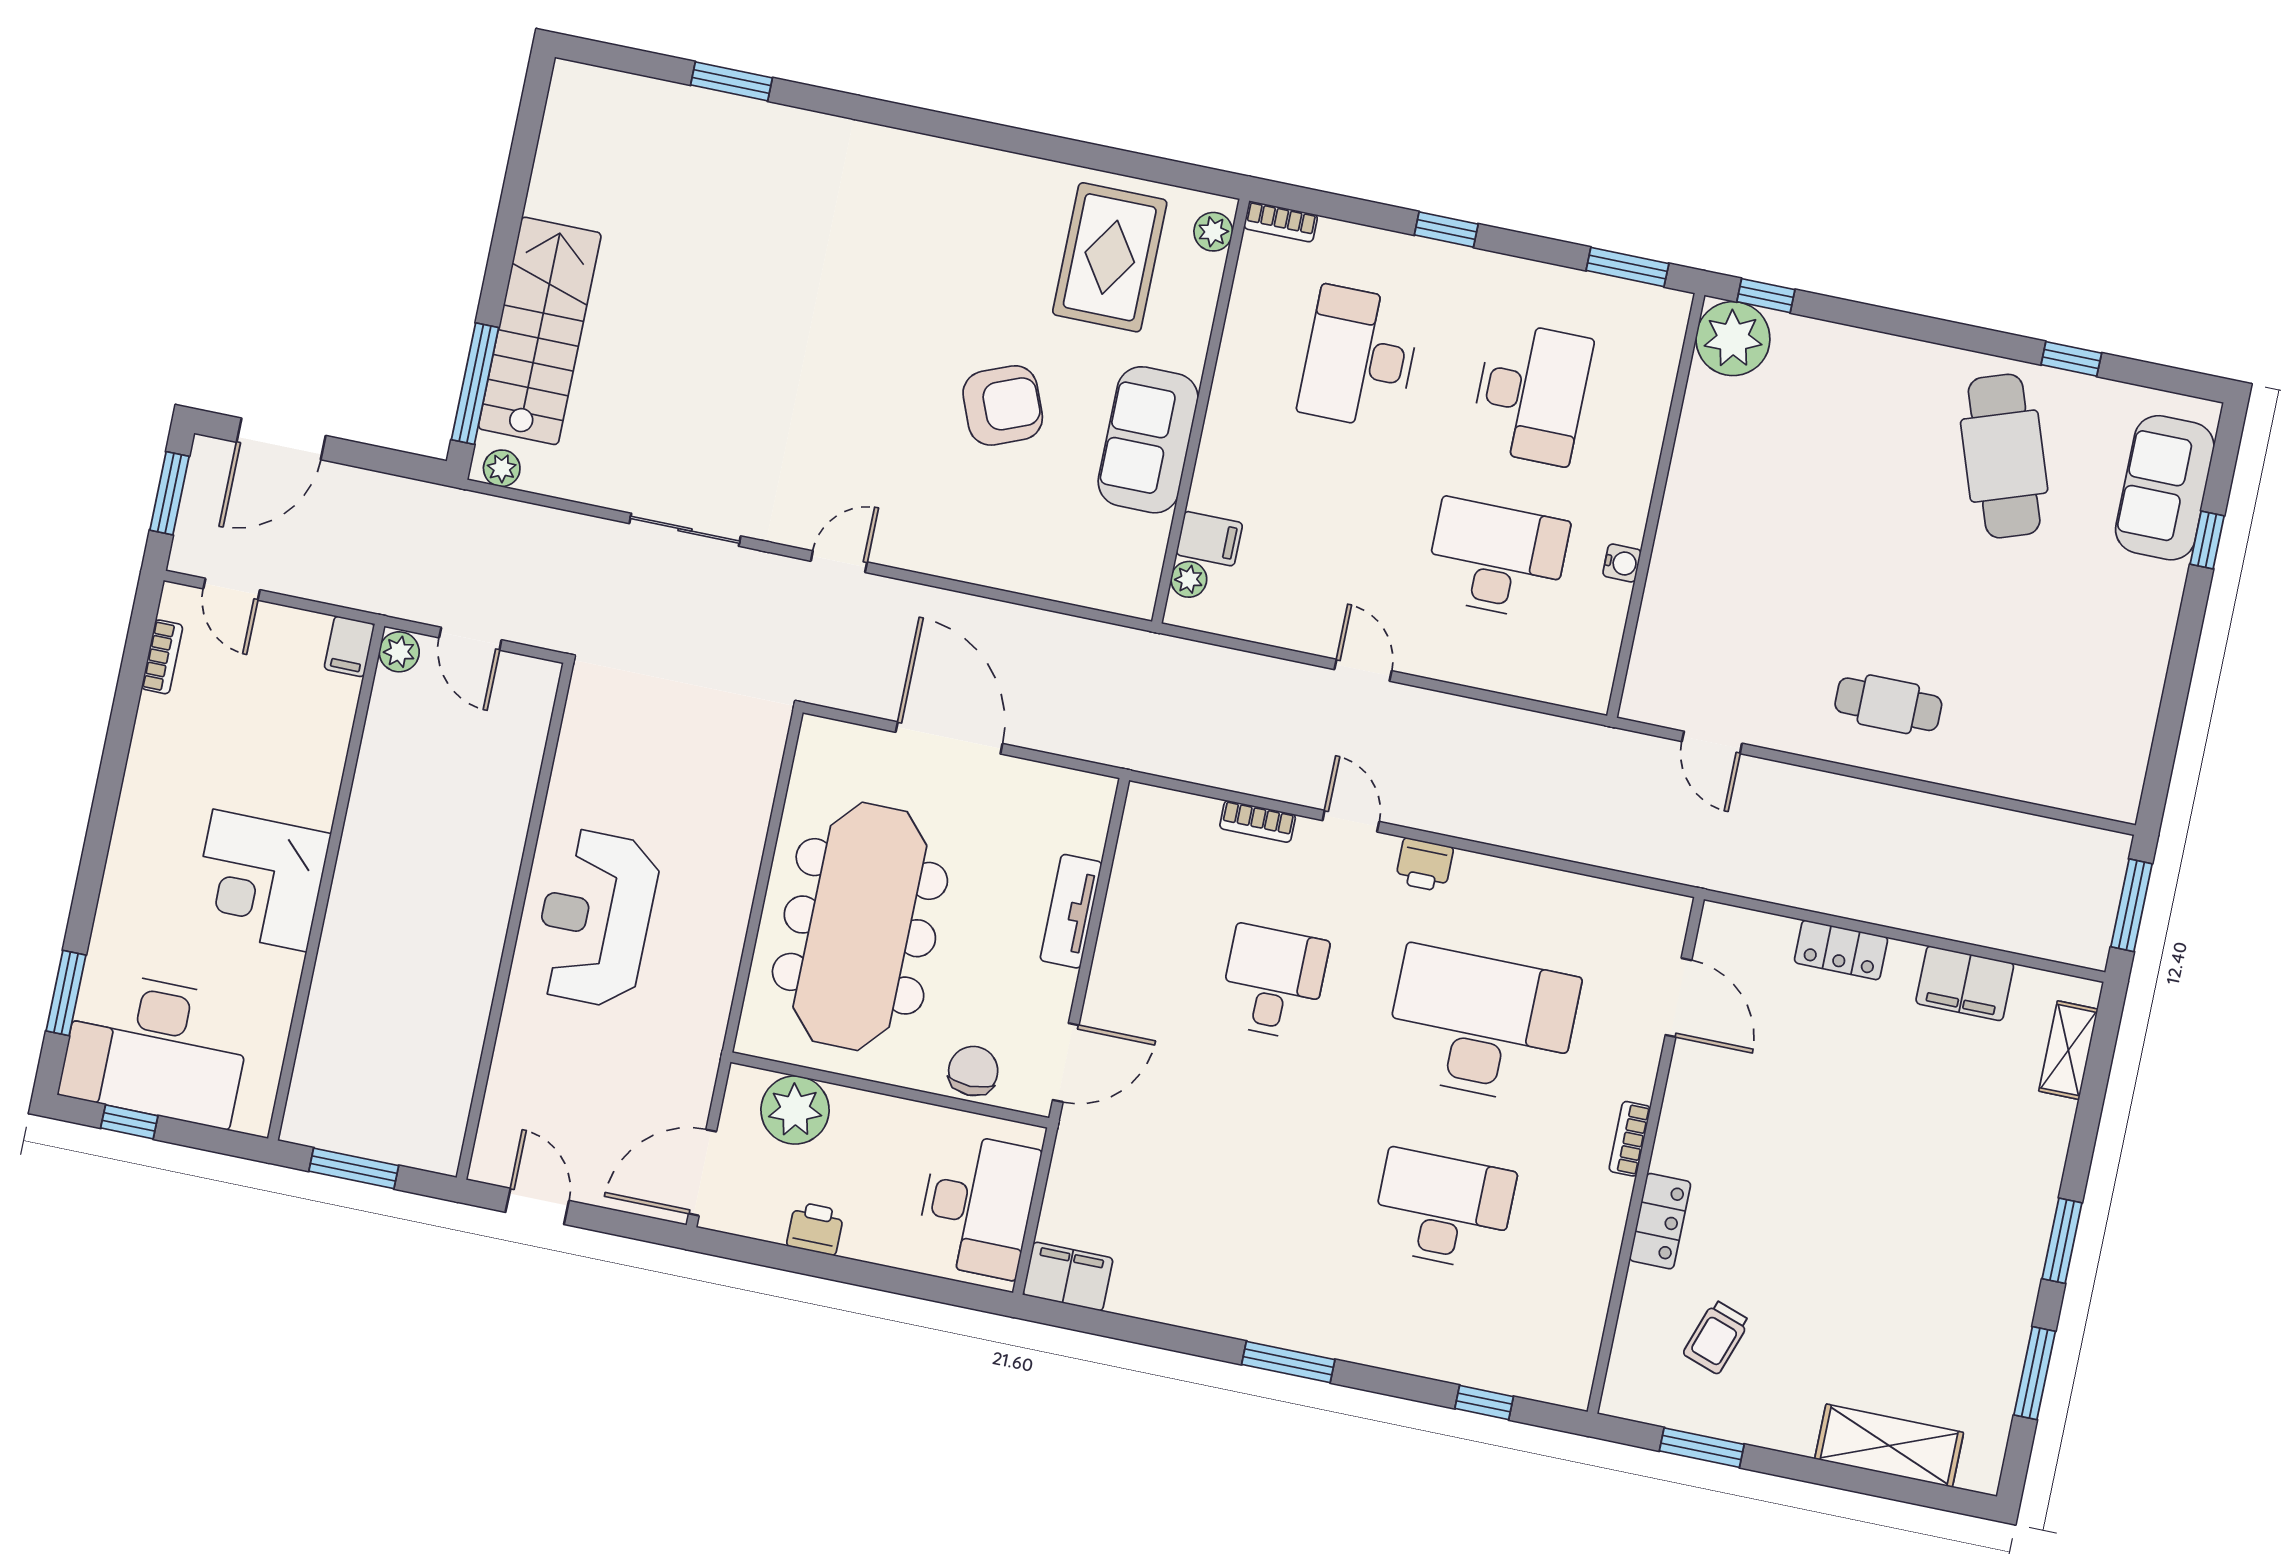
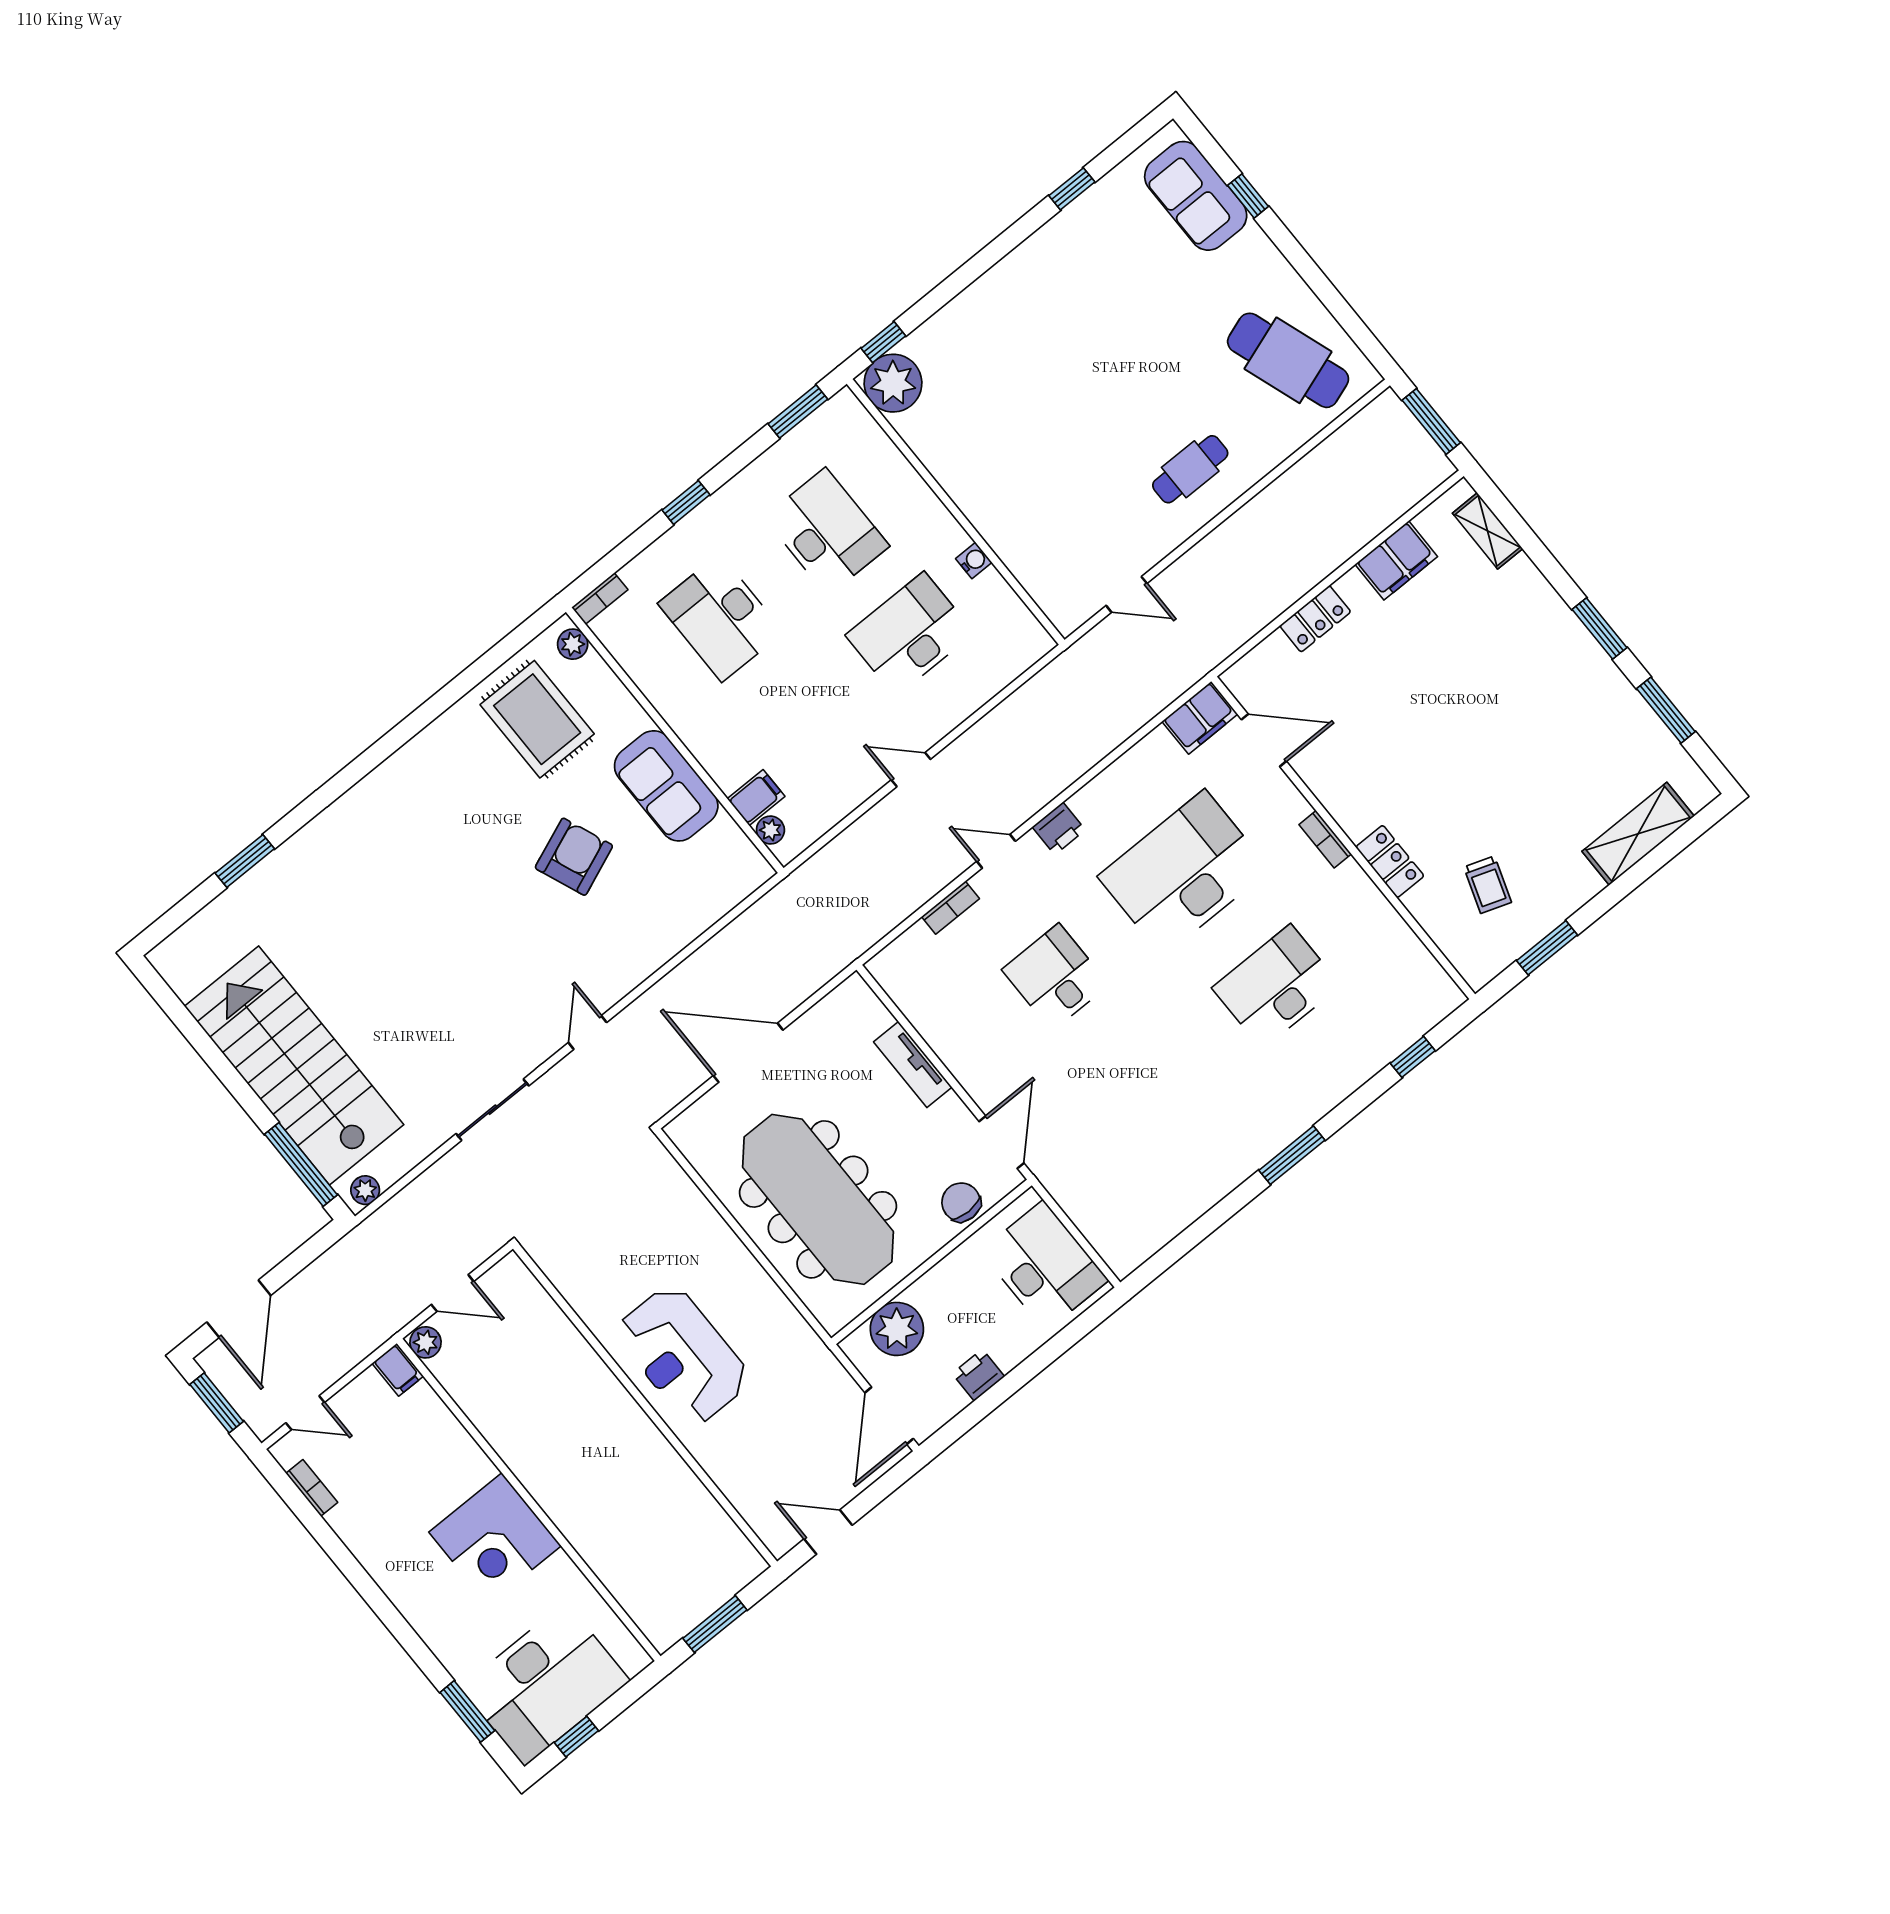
stairs: (540, 331) -> (294, 1065), width x1.36, depth x1.51
cafe table: (2004, 456) -> (1288, 360), moved
filing cabinet: (1068, 1276) -> (1200, 718), moved, turned 180

